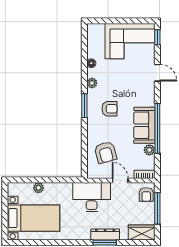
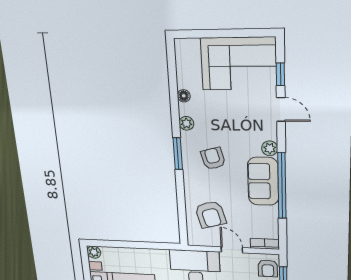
window: (157, 37) -> (280, 74), moved
armchair: (110, 109) -> (213, 158), turned -105
plant: (149, 150) -> (270, 148), moved
plant: (38, 188) -> (94, 252), moved

